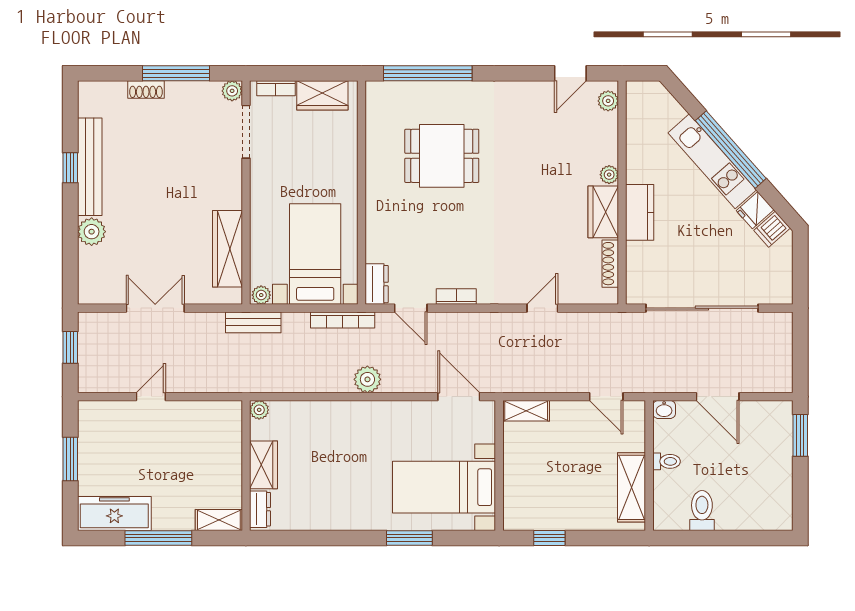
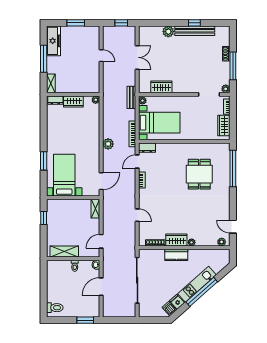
wardrobe: (227, 249) -> (161, 87), width x0.67
toilet: (702, 511) -> (55, 308), moved

